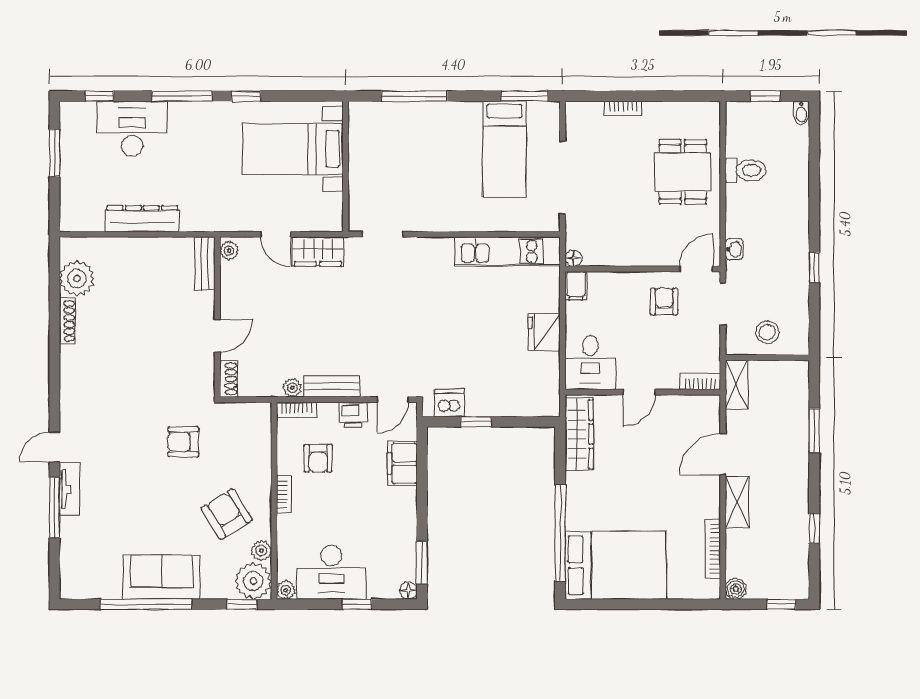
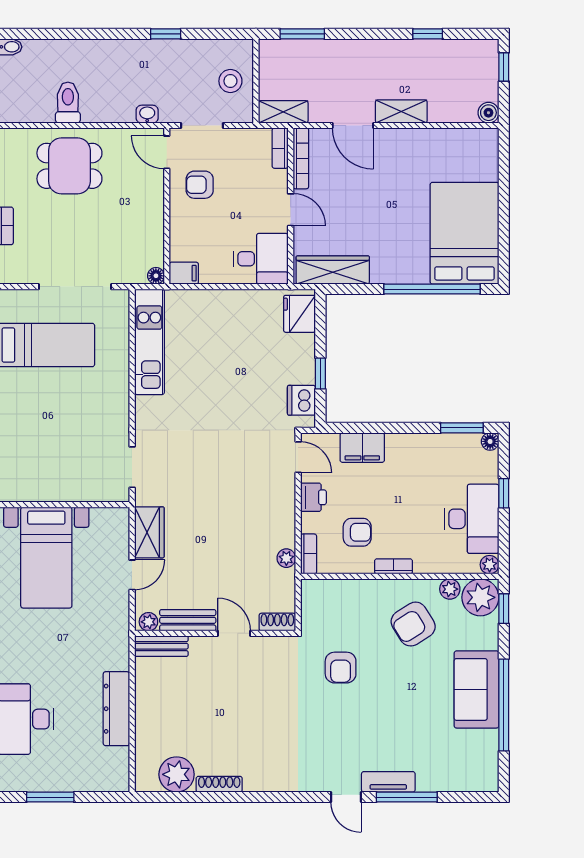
fridge: (544, 332) -> (299, 314), moved, turned 90
bench: (331, 386) -> (188, 620), moved, turned 90
window: (814, 431) -> (302, 34), moved
bookcase: (713, 549) -> (301, 158), moved, turned -90

